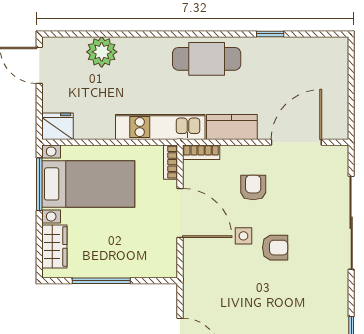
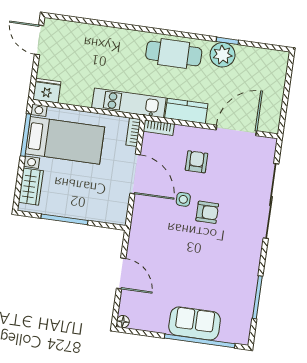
plant: (102, 52) -> (223, 55), moved

